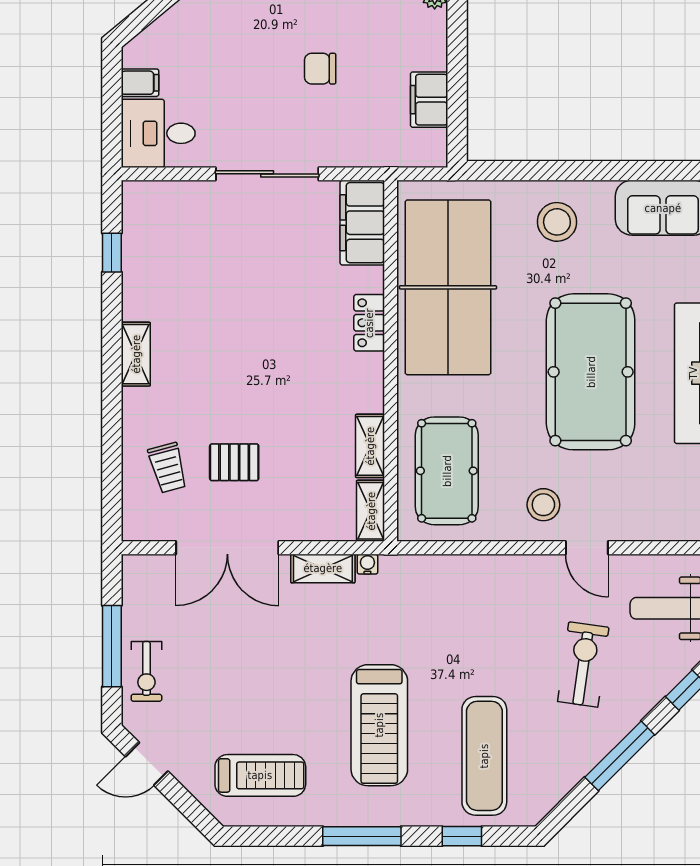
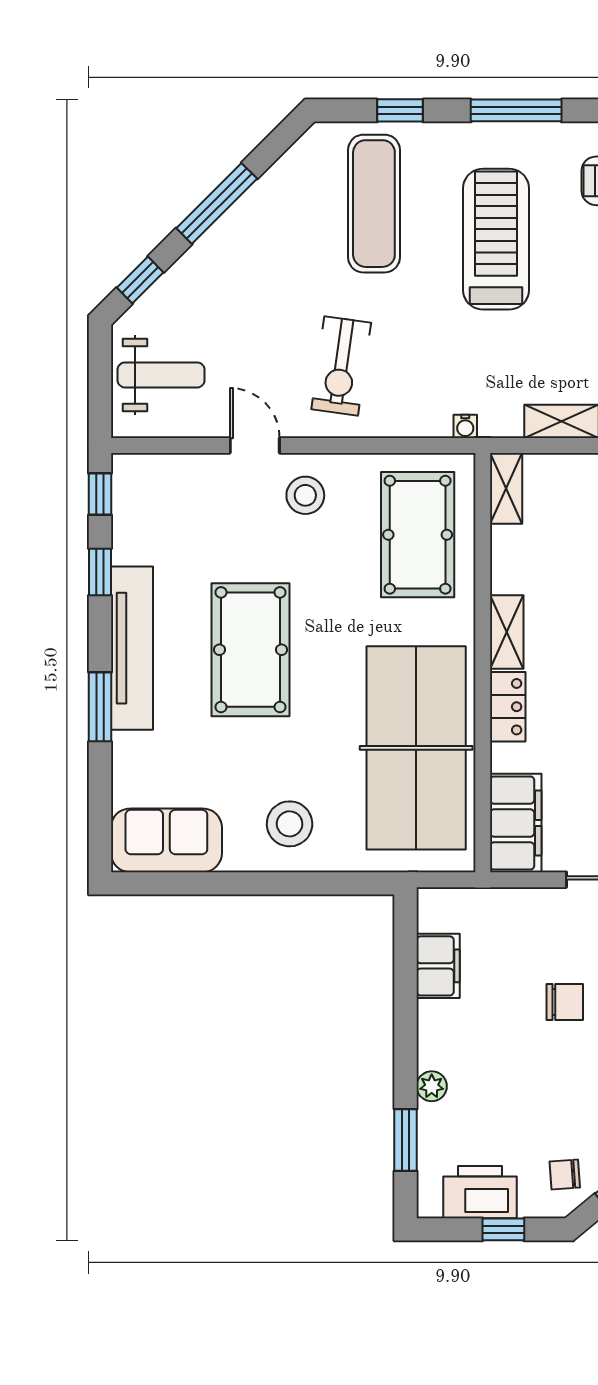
pool table: (591, 372) -> (251, 650), width x0.73, depth x0.76
shelving: (370, 446) -> (507, 632), moved
water cooler: (367, 564) -> (465, 426), moved
exercise bike: (583, 664) -> (341, 366), moved

